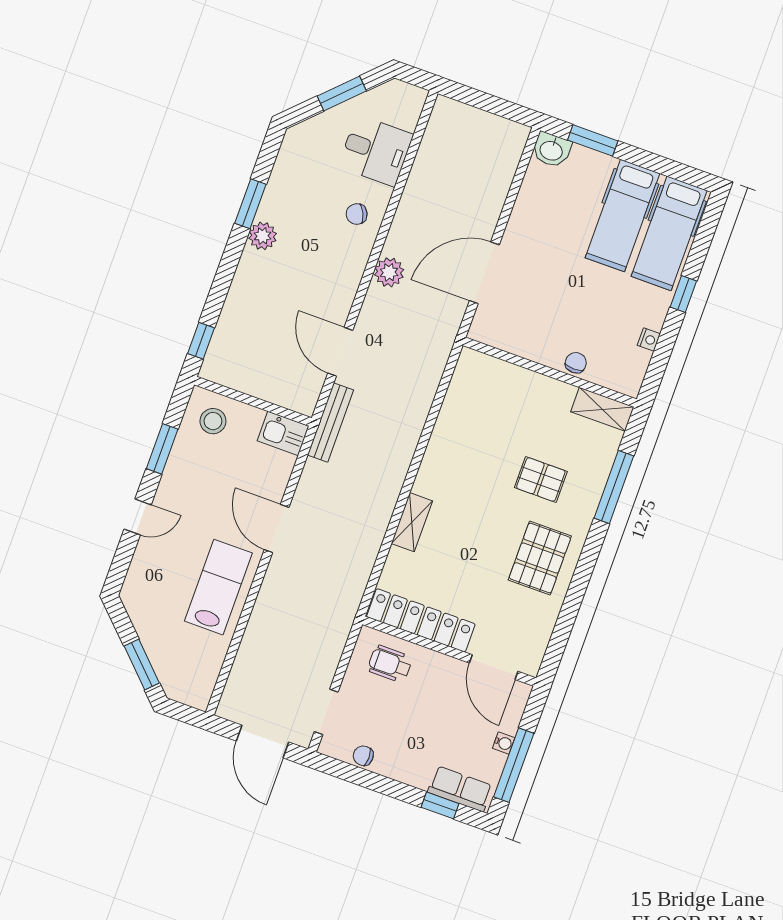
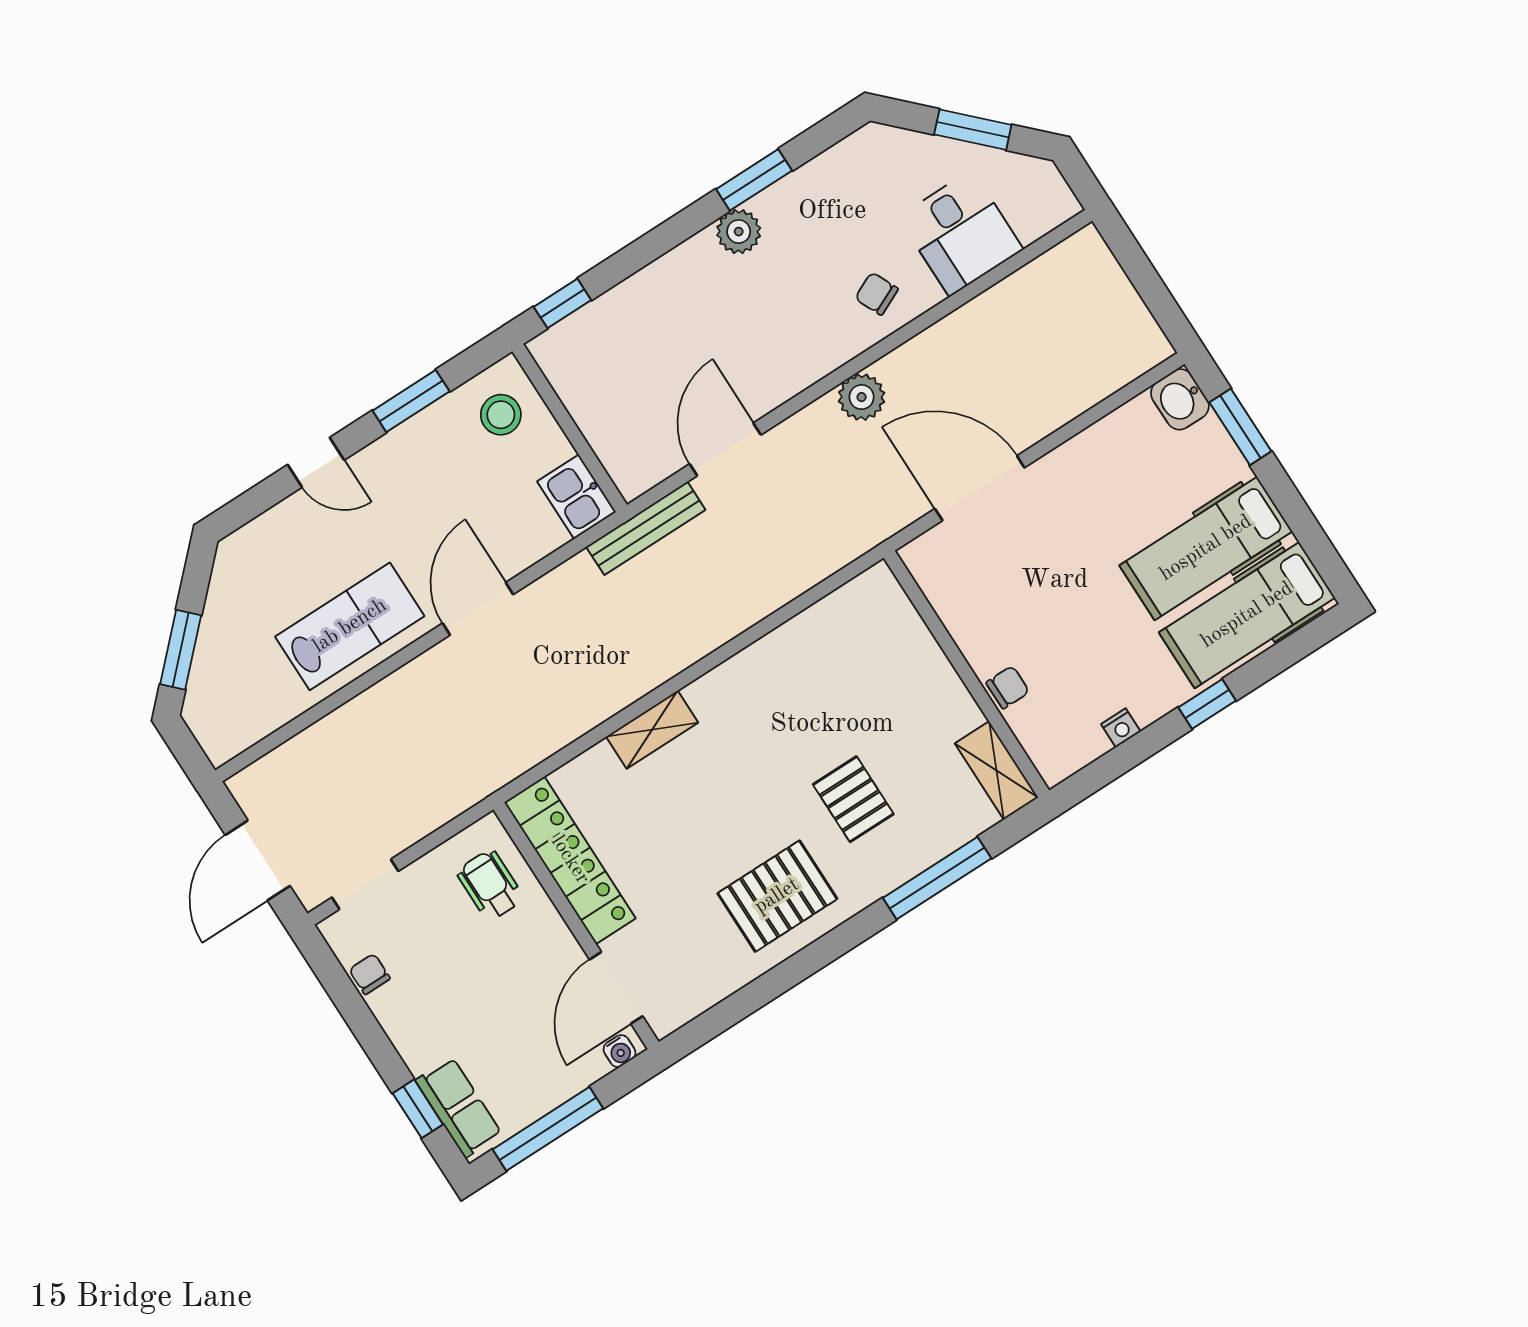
water cooler: (504, 743) -> (620, 1051), moved

